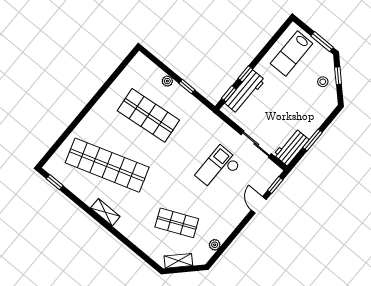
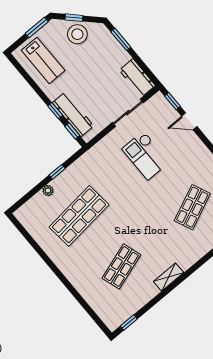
stool: (323, 82) -> (77, 34), width x1.89, depth x1.89
window: (313, 140) -> (121, 39), moved
shop shelf: (107, 165) -> (121, 266), width x0.50, depth x0.74

